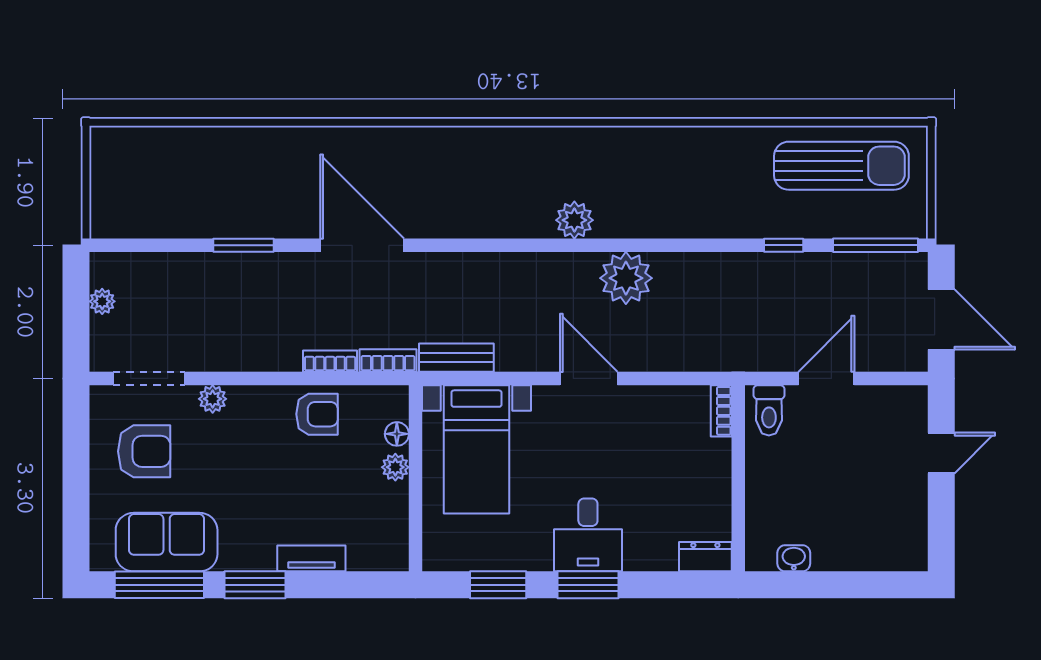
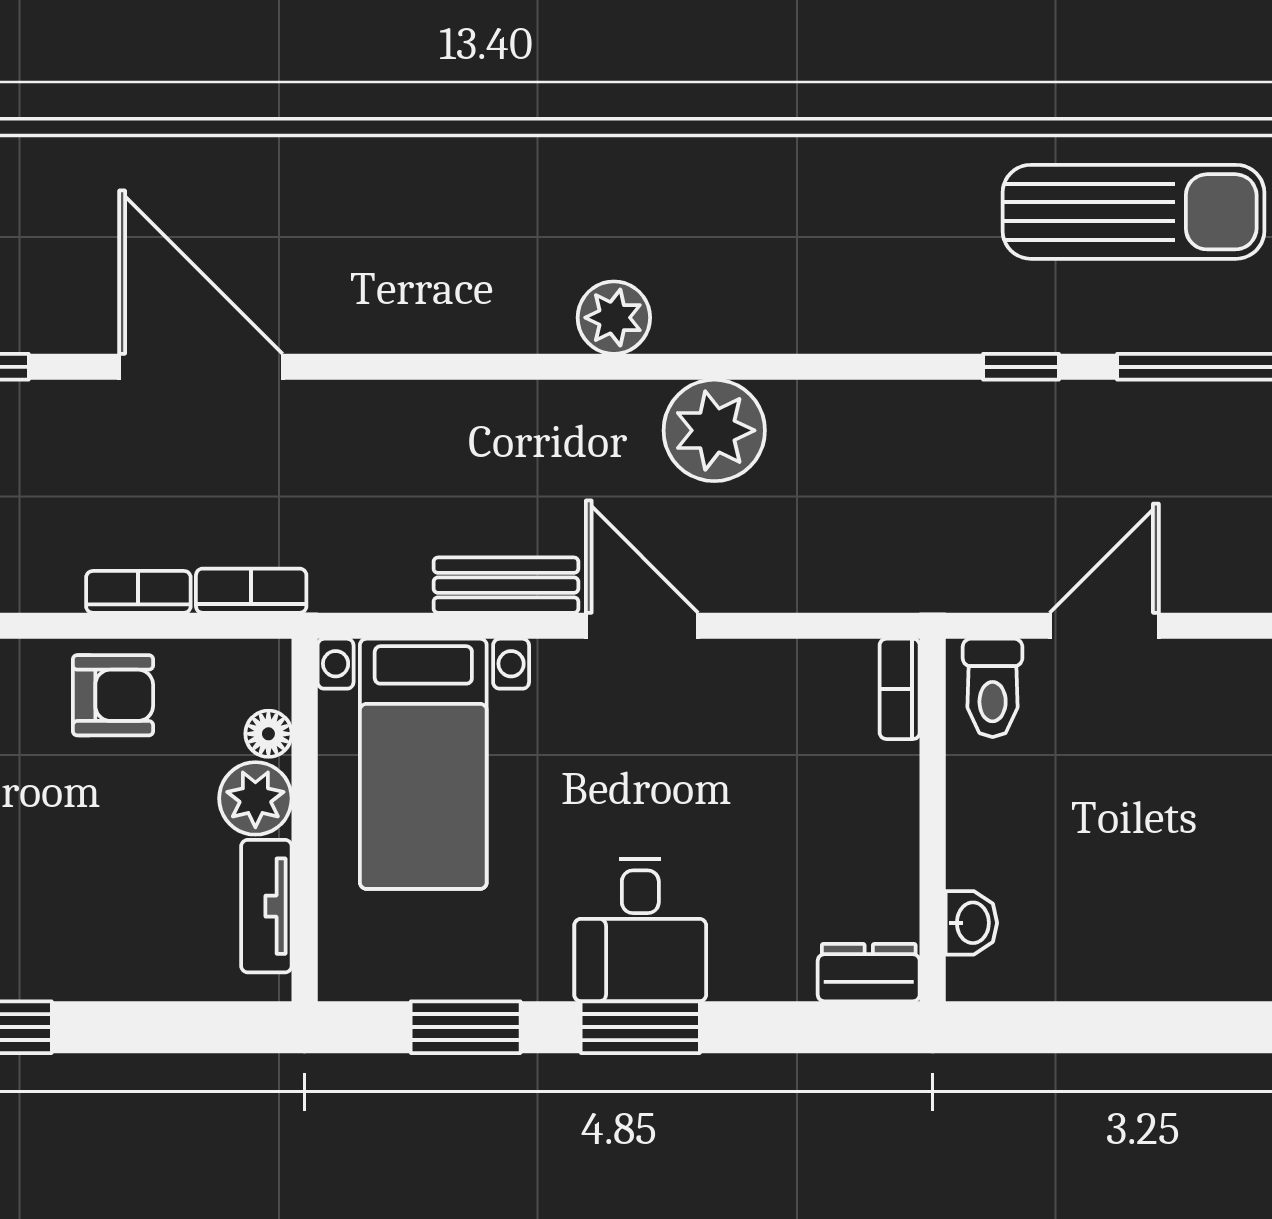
bench: (456, 358) -> (506, 585), moved
plant: (395, 467) -> (255, 798), width x1.38, depth x1.38
tv unit: (311, 558) -> (266, 906), moved, turned -90
washbasin: (794, 558) -> (971, 923), moved, turned 90

